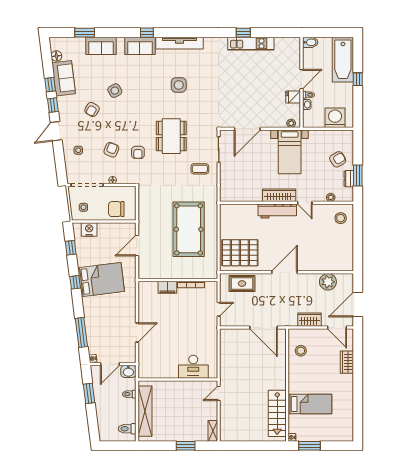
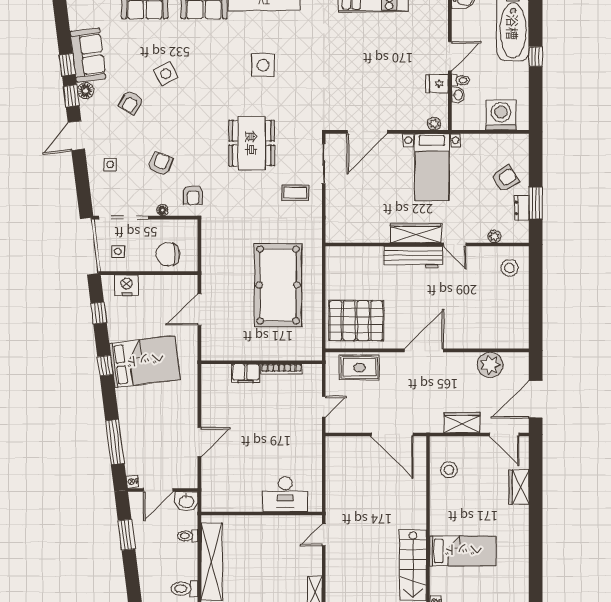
floor lamp: (56, 56) -> (86, 91), moved
armchair: (138, 152) -> (193, 195), moved

